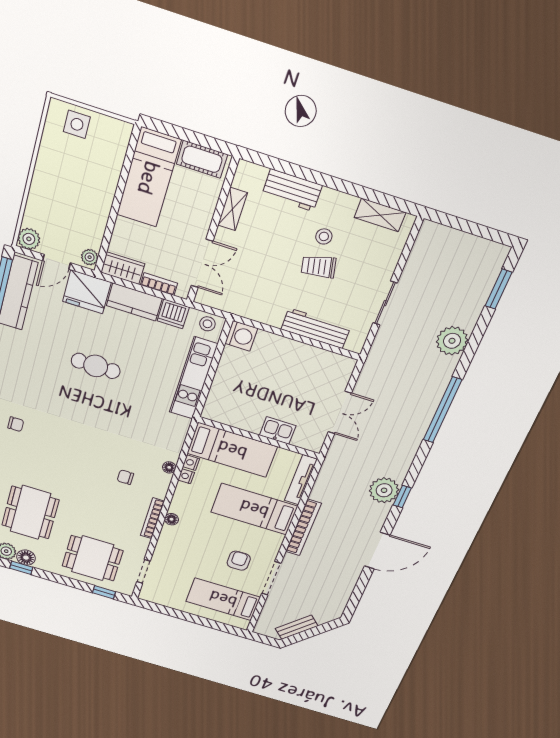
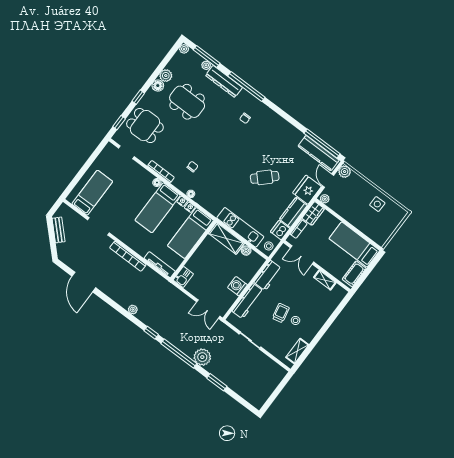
side table: (77, 124) -> (377, 204), moved
workbench: (292, 190) -> (268, 275), moved, turned 180
window: (499, 289) -> (217, 382), moved
washing machine: (241, 336) -> (237, 286), moved, turned 90
plant: (452, 341) -> (202, 357), moved
boiler: (229, 358) -> (246, 251), added
cafe table: (96, 366) -> (265, 177), turned 46
shelving: (220, 394) -> (226, 238), added
double door: (340, 413) -> (208, 309), moved
kitchen sink: (278, 430) -> (183, 277), moved
plant: (384, 490) -> (133, 310), width x0.53, depth x0.53
window: (402, 497) -> (151, 333), moved
bed: (254, 509) -> (158, 208), moved, turned 180
door: (377, 551) -> (84, 282), moved
dining table: (93, 558) -> (145, 126), turned 90
armchair: (239, 561) -> (117, 211), removed
window: (21, 568) -> (138, 97), moved

